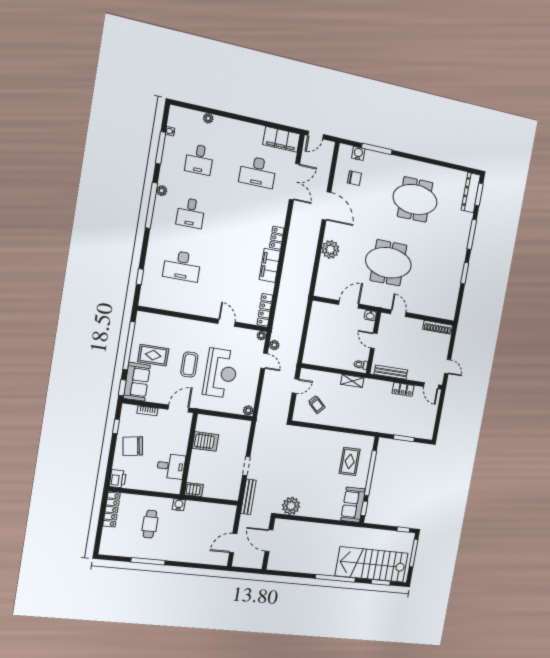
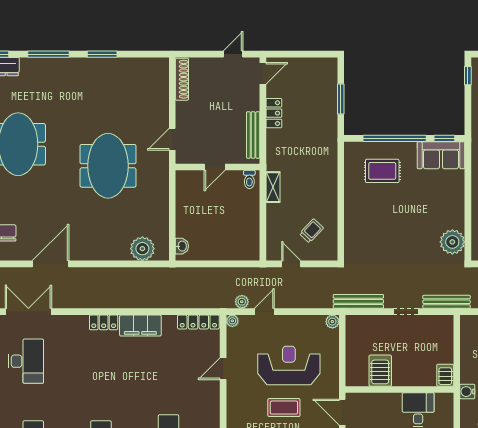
plant: (330, 249) -> (142, 249), moved
door: (349, 304) -> (172, 211), removed
washbasin: (370, 315) -> (182, 246), moved
bench: (260, 432) -> (358, 301), added

